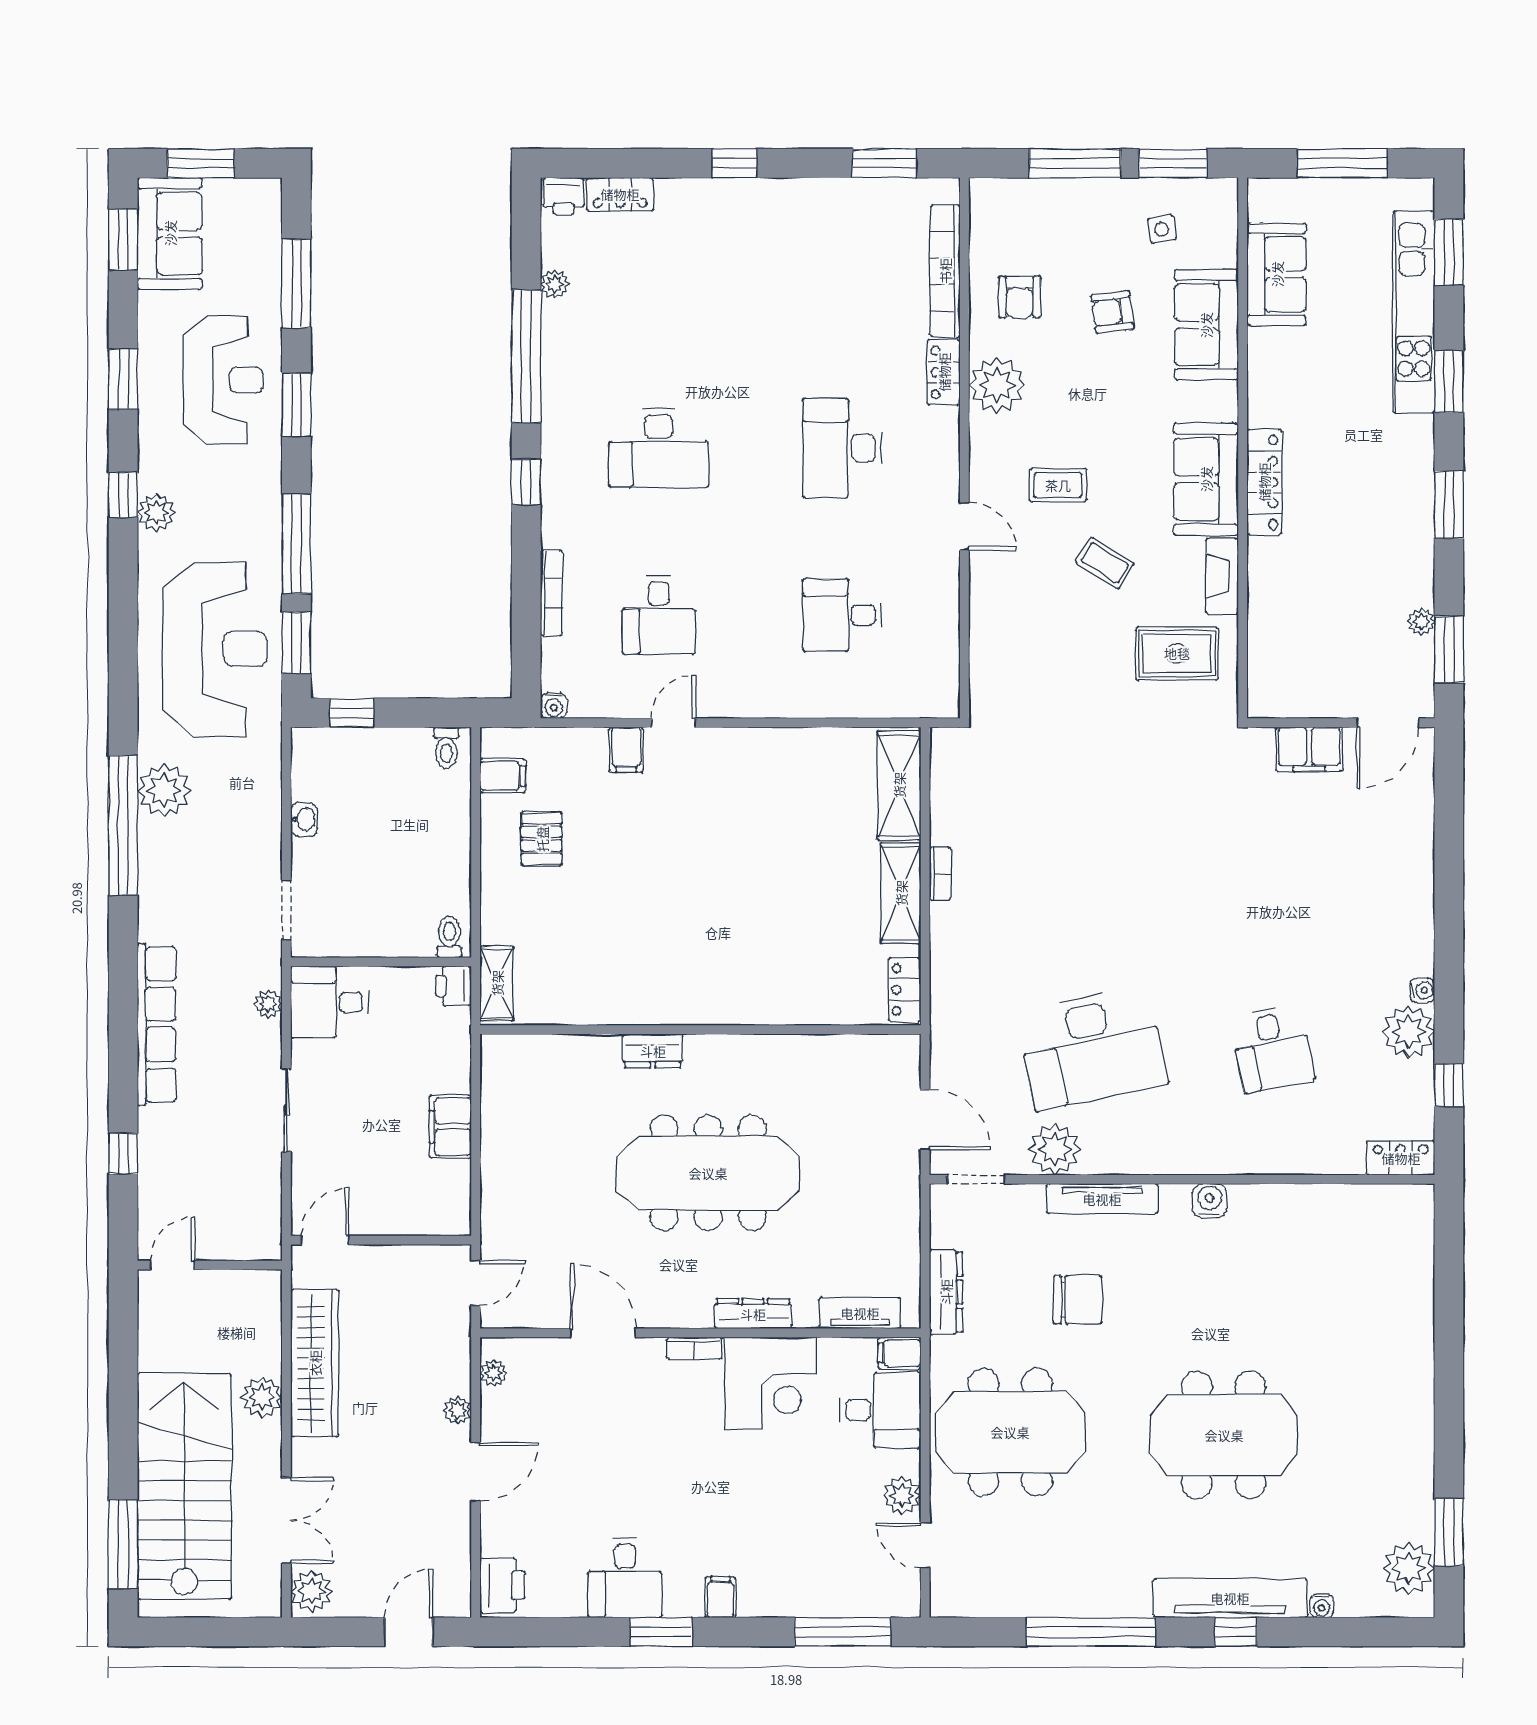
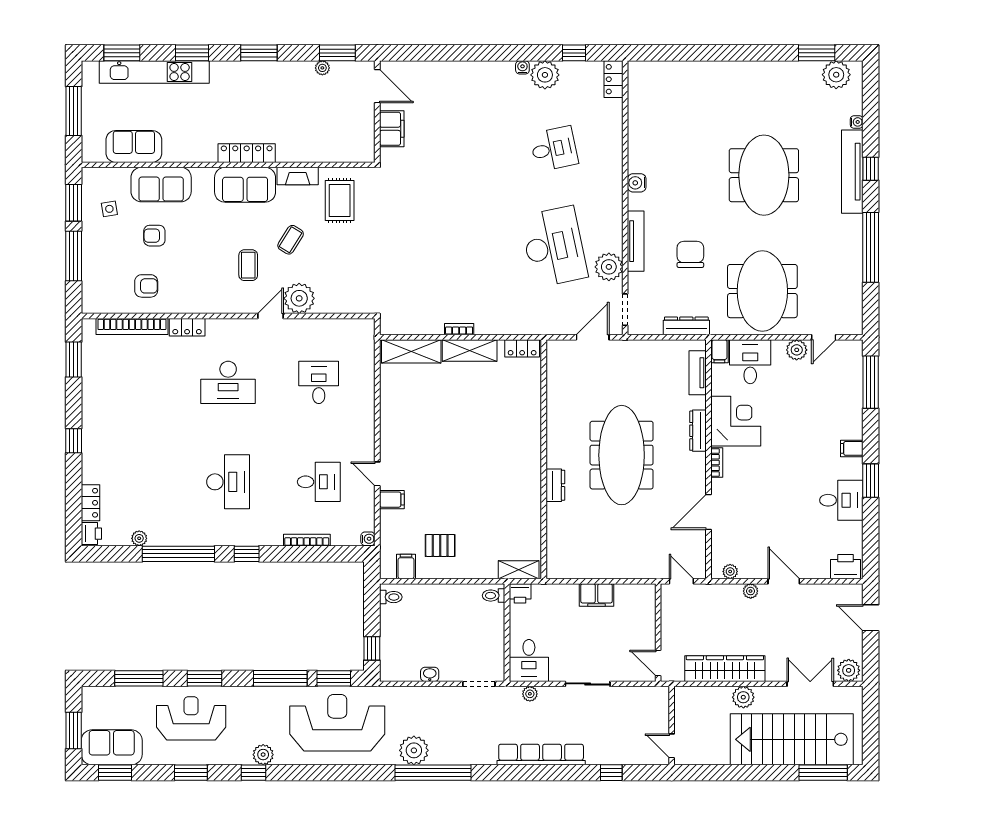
armchair: (1112, 312) -> (154, 236), turned 97
plant: (997, 385) -> (299, 298), moved
desk: (842, 615) -> (319, 382), turned 180

